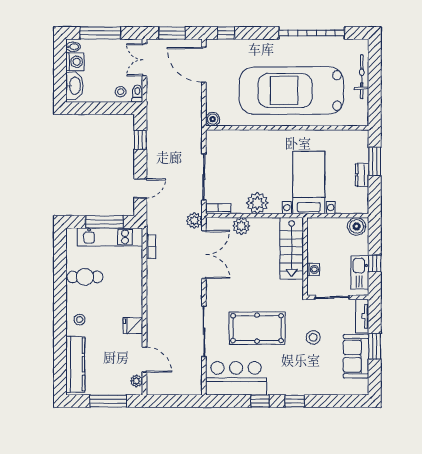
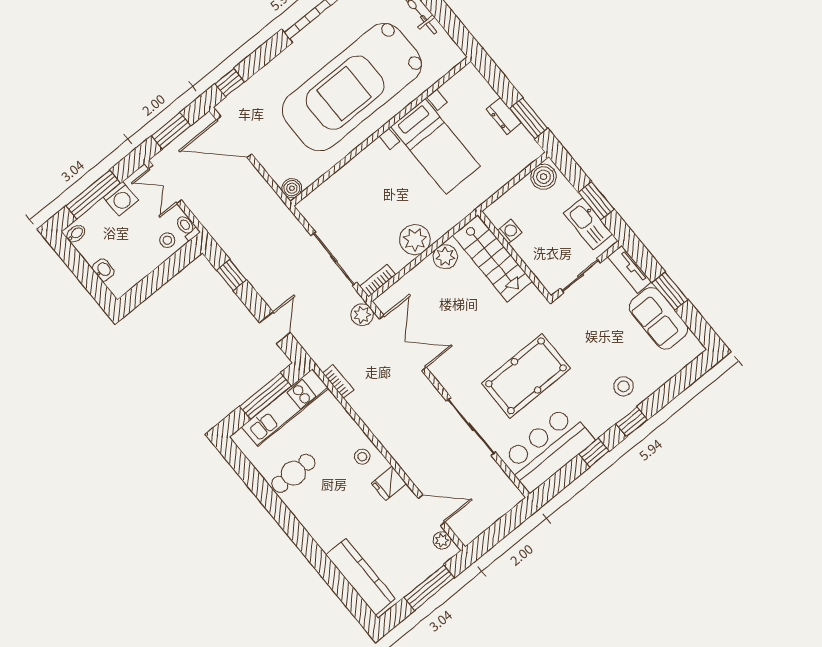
washing machine: (75, 62) -> (121, 199), moved, turned 90
washbasin: (74, 86) -> (103, 270), width x0.52, depth x0.69
window: (375, 161) -> (529, 118), moved
bed with nightstands: (309, 182) -> (435, 147), moved, turned 180
plant: (241, 226) -> (445, 257), moved
window: (375, 263) -> (596, 201), width x1.50
washing machine: (313, 269) -> (509, 231), moved
stool: (80, 320) -> (362, 457), moved
stool: (313, 337) -> (623, 386), moved

